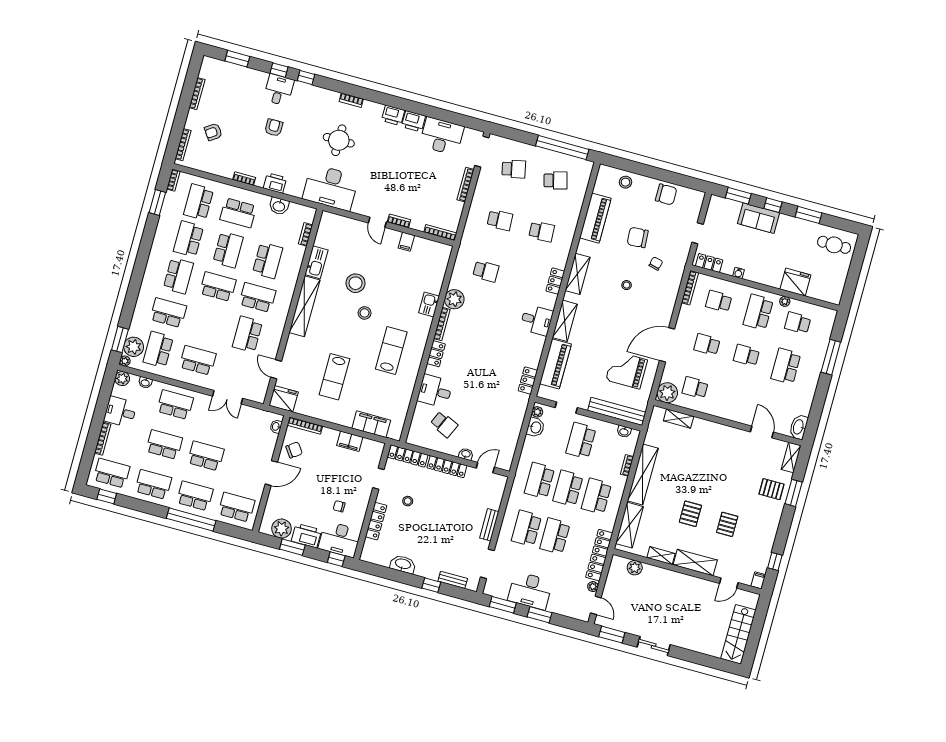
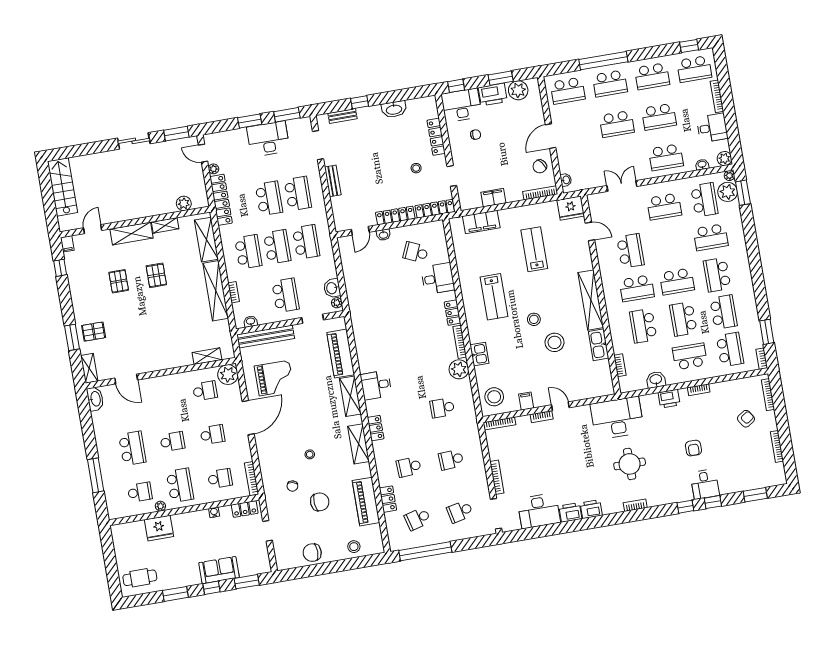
stool: (434, 259) -> (494, 397), added
locker: (528, 381) -> (388, 499), moved

